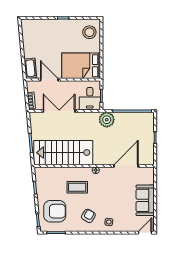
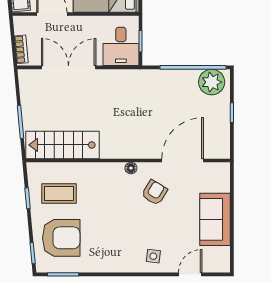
plant: (107, 120) -> (212, 82), moved
stairs: (63, 153) -> (62, 145), width x0.73, depth x0.66
coffee table: (77, 187) -> (59, 194), moved
armchair: (88, 216) -> (154, 193), moved
door: (145, 233) -> (190, 274), moved

